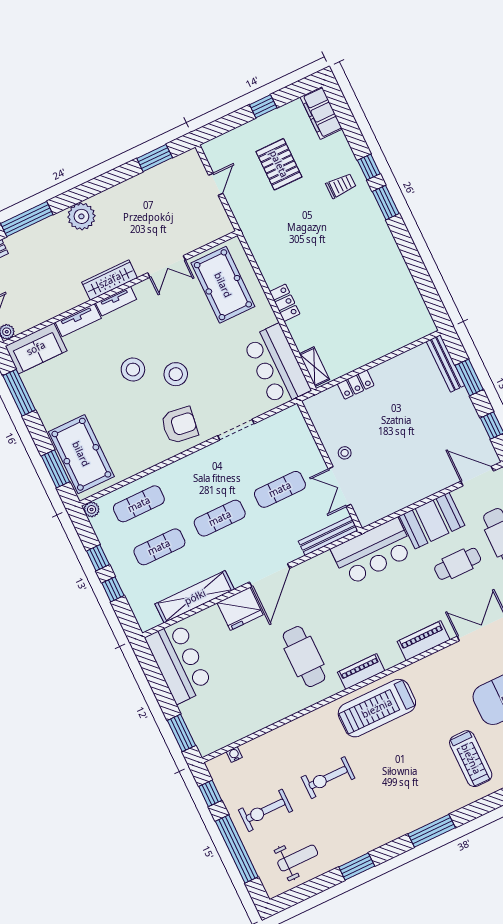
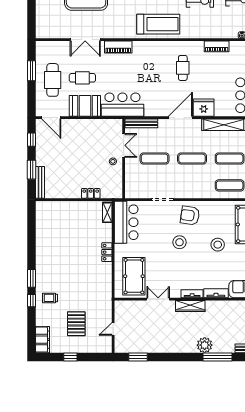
plant: (81, 216) -> (205, 345), moved
stool: (133, 370) -> (218, 245), moved
cafe table: (304, 657) -> (183, 68), width x0.73, depth x0.74
piano: (361, 672) -> (217, 46), moved

